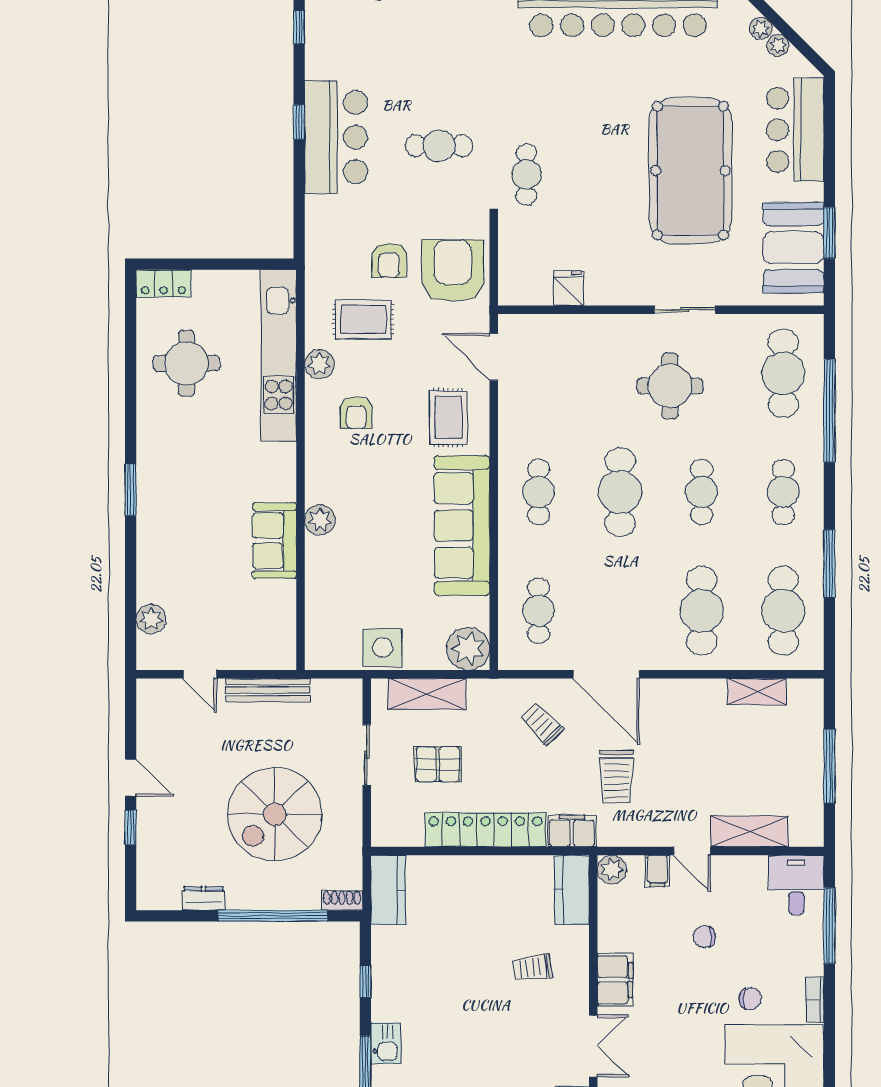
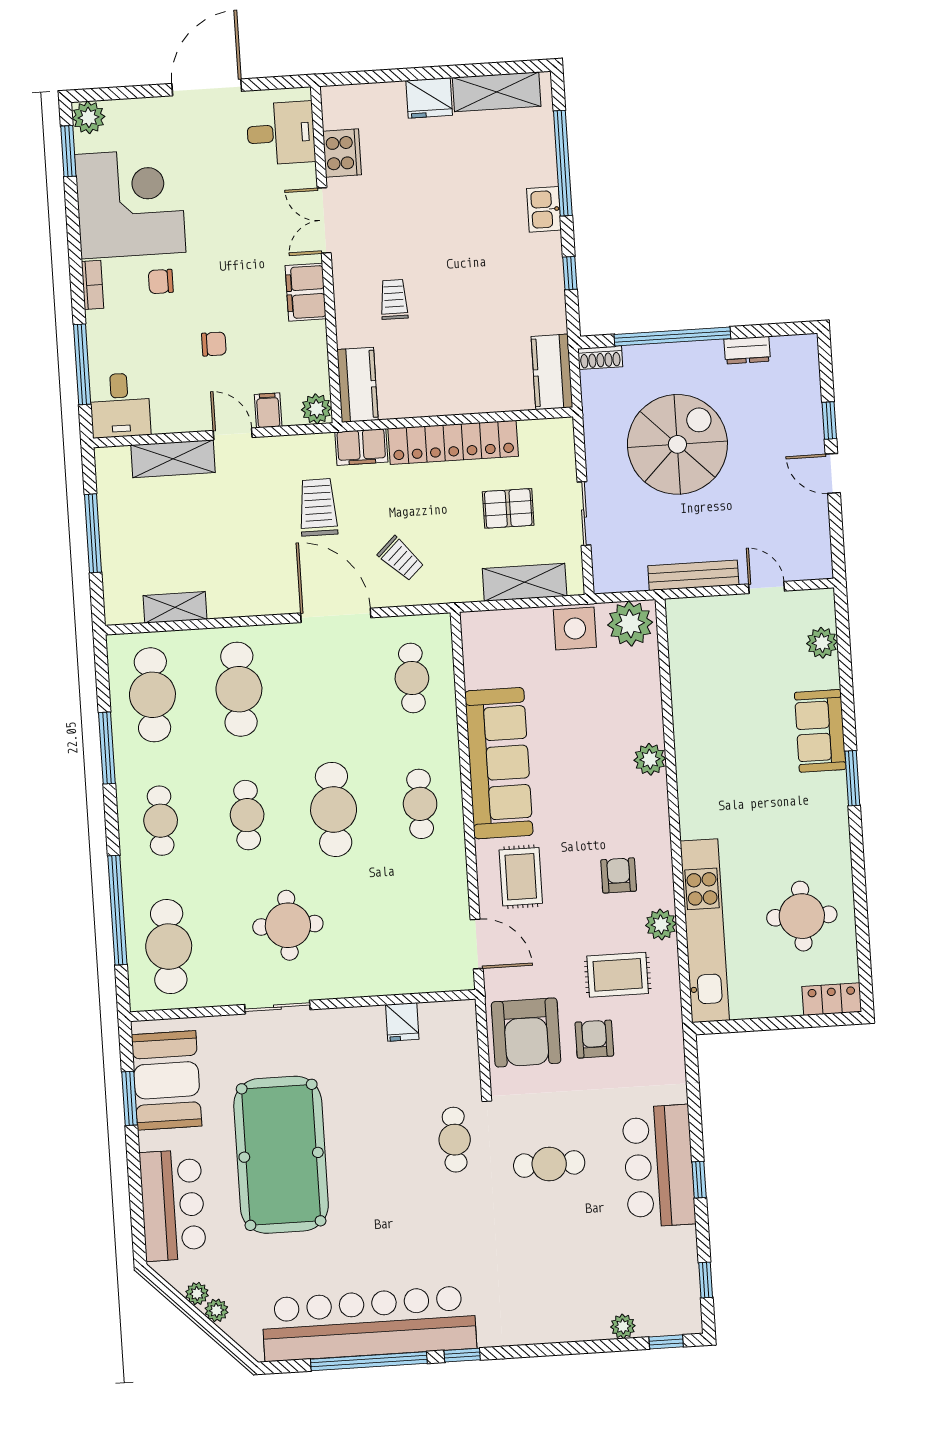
sofa: (274, 541) -> (820, 731), moved, turned 180
plant: (468, 649) -> (630, 624), moved
trolley: (532, 968) -> (394, 299), turned -83

